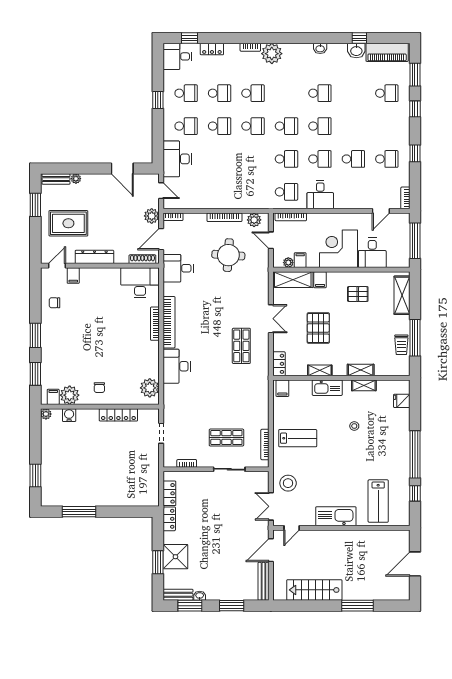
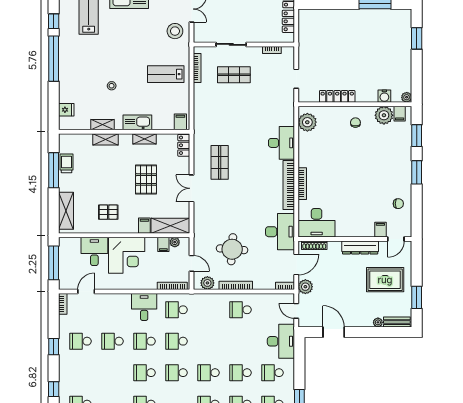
school desk: (220, 192) -> (240, 310), added
desk: (178, 268) -> (280, 232), width x1.37

